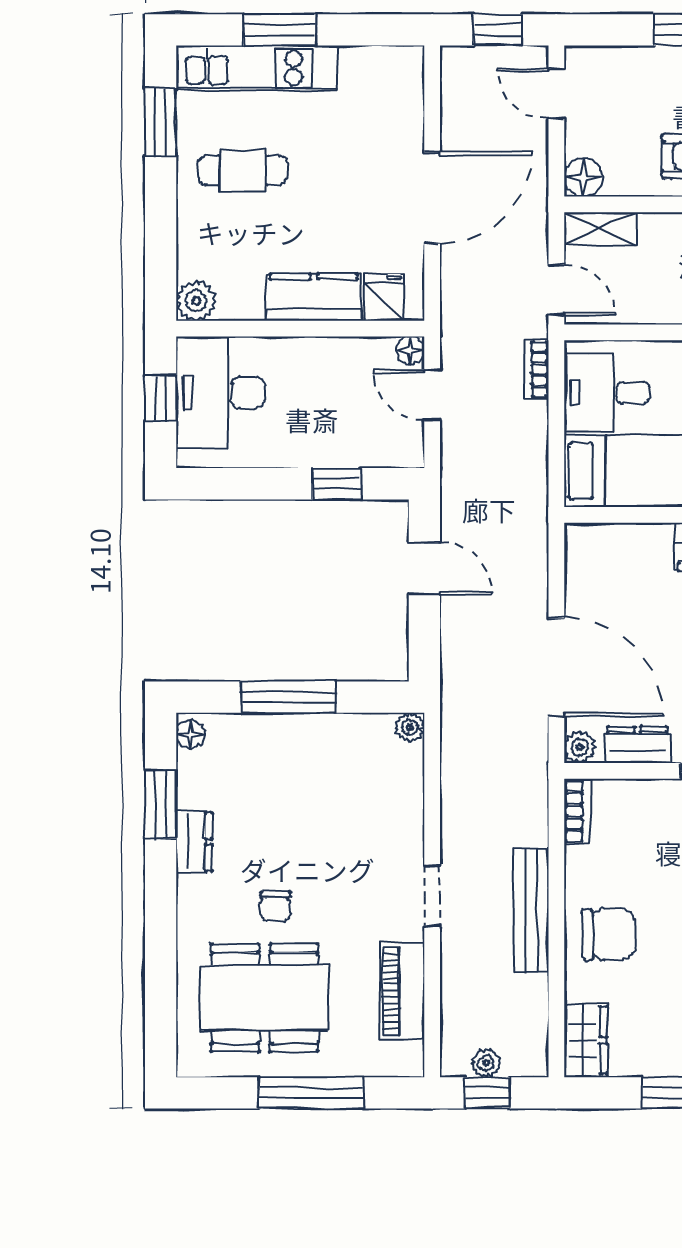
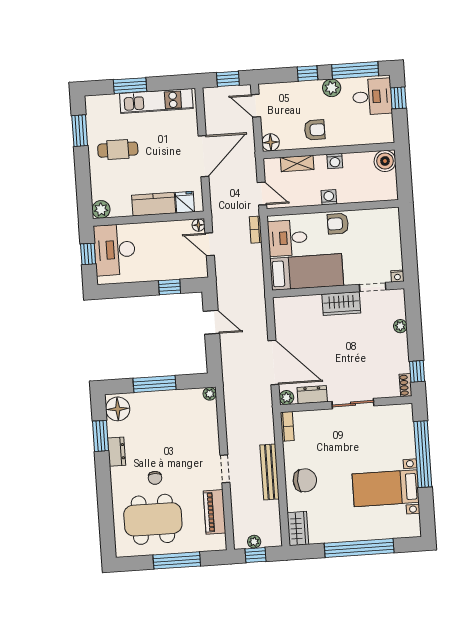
kitchen unit: (257, 68) -> (156, 101), moved
shelving: (600, 228) -> (297, 164), moved
floor lamp: (190, 734) -> (118, 409), width x1.89, depth x1.89

